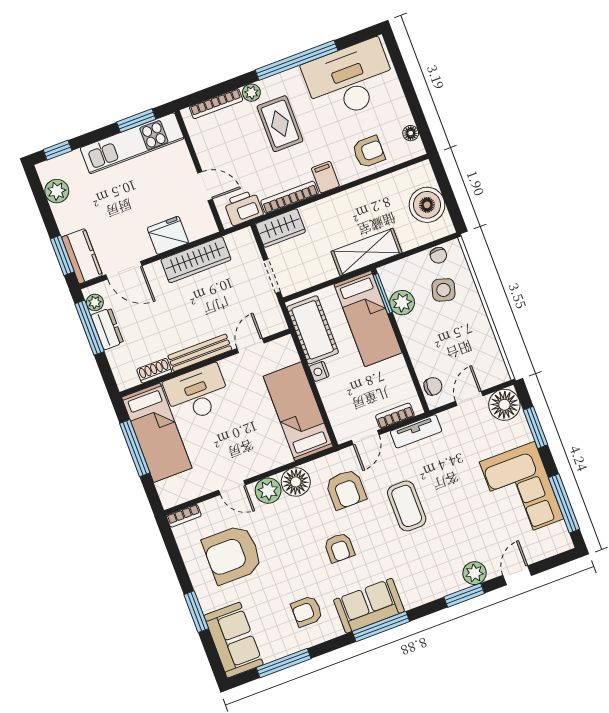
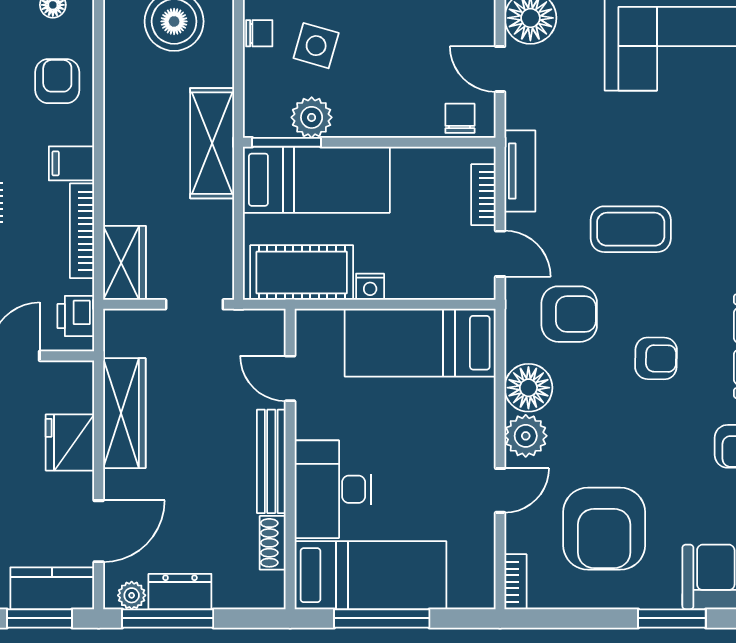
printer: (244, 208) -> (76, 316), width x0.73, depth x0.81

